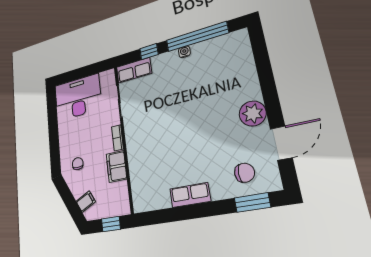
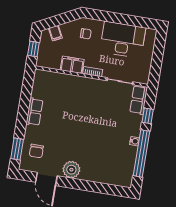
desk: (78, 97) -> (123, 40), moved, turned -90

